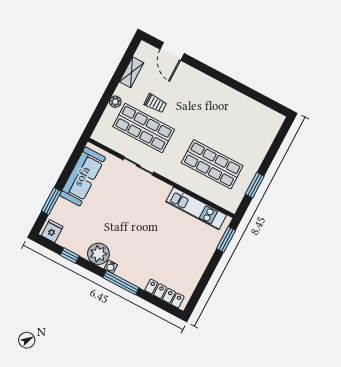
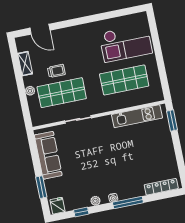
checkout: (242, 131) -> (126, 43), added
window: (255, 185) -> (162, 71), removed
plant: (98, 254) -> (95, 201), width x0.53, depth x0.53

